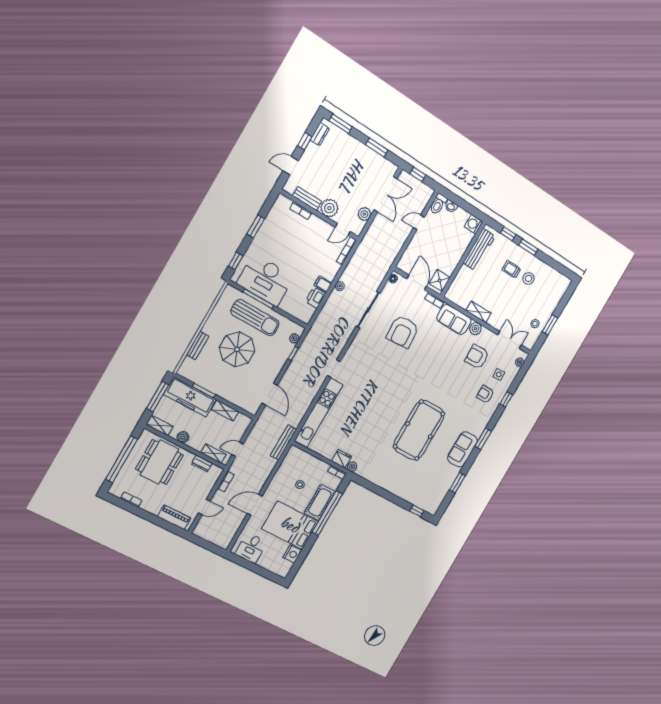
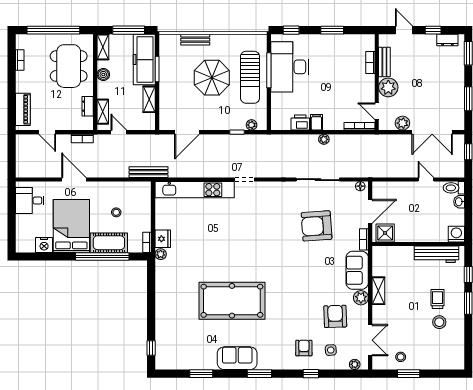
dining table: (159, 462) -> (69, 66), turned 90

